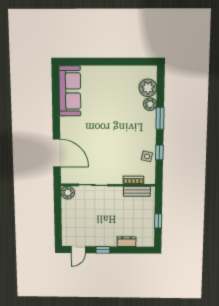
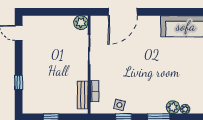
plant: (148, 88) -> (185, 109), width x0.53, depth x0.53
dresser: (127, 242) -> (28, 84), removed
window: (103, 250) -> (19, 83), moved

